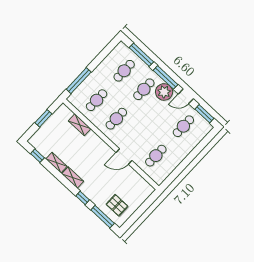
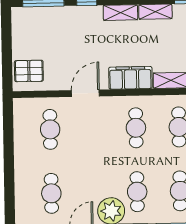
filing cabinet: (97, 144) -> (130, 78), added
pallet: (117, 205) -> (29, 71), moved

